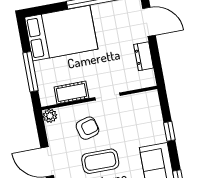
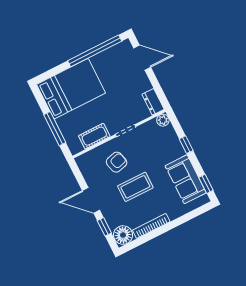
dresser: (144, 56) -> (153, 102), moved
plant: (50, 116) -> (163, 120), moved

